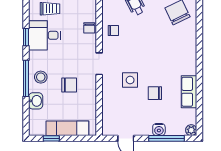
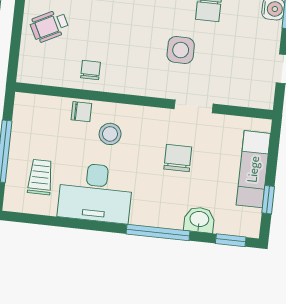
desk: (45, 35) -> (95, 193), width x1.37
window: (26, 37) -> (231, 240), moved
doorway: (99, 64) -> (194, 106), moved
stool: (41, 77) -> (110, 134), moved

